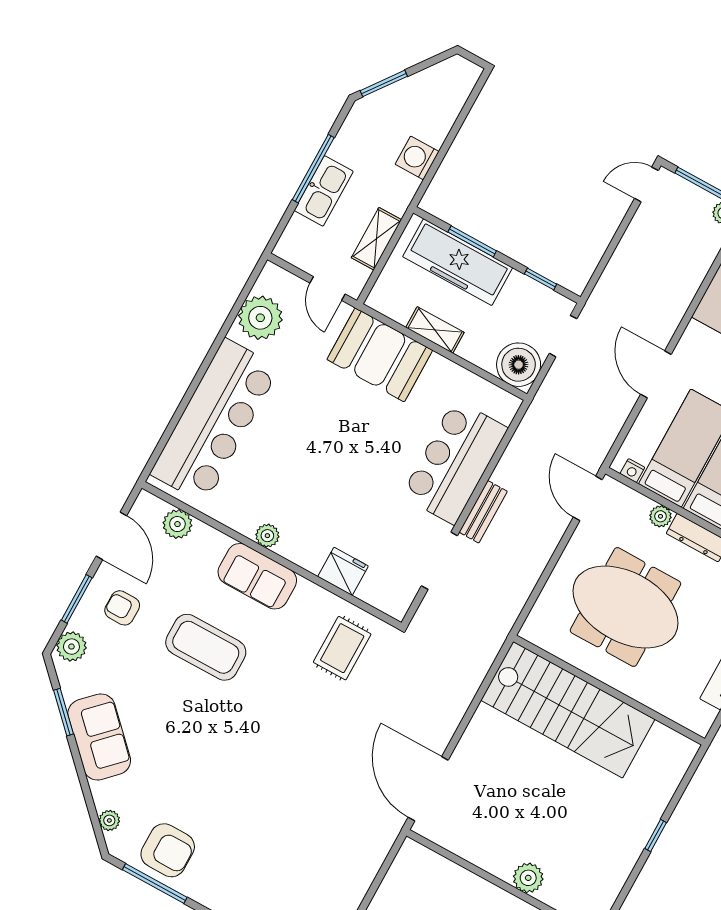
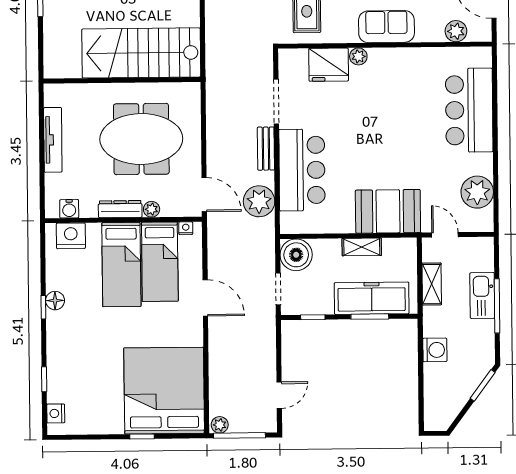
door: (646, 184) -> (279, 395), moved
bar counter: (215, 421) -> (469, 110), width x0.73
plant: (527, 453) -> (259, 201), added
plant: (267, 536) -> (358, 56), moved
fridge: (343, 571) -> (329, 65), width x1.36, depth x1.34

